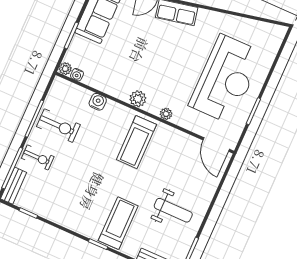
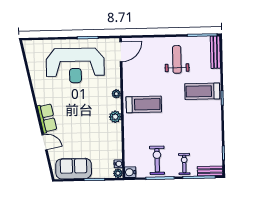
reception desk: (226, 79) -> (75, 66), turned 180
water cooler: (98, 102) -> (130, 172), moved

